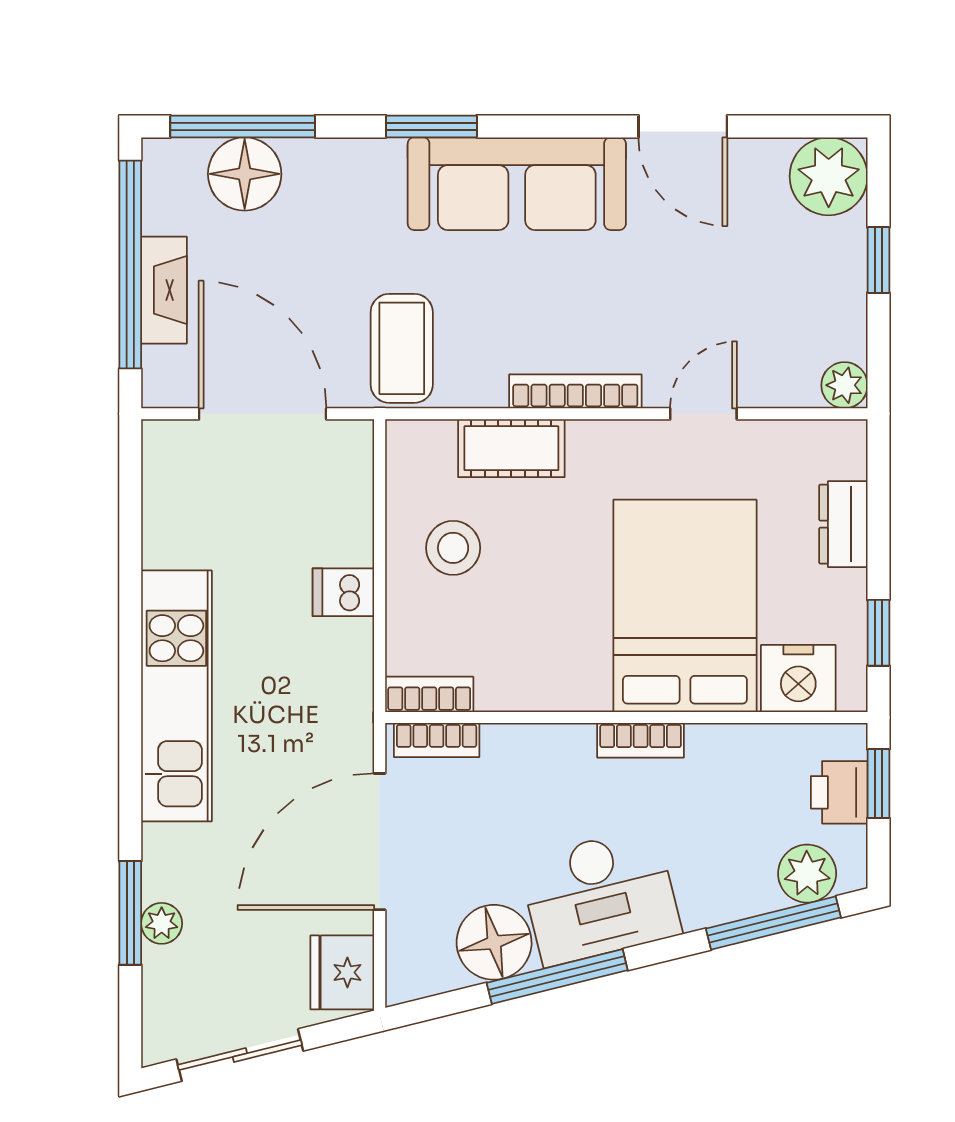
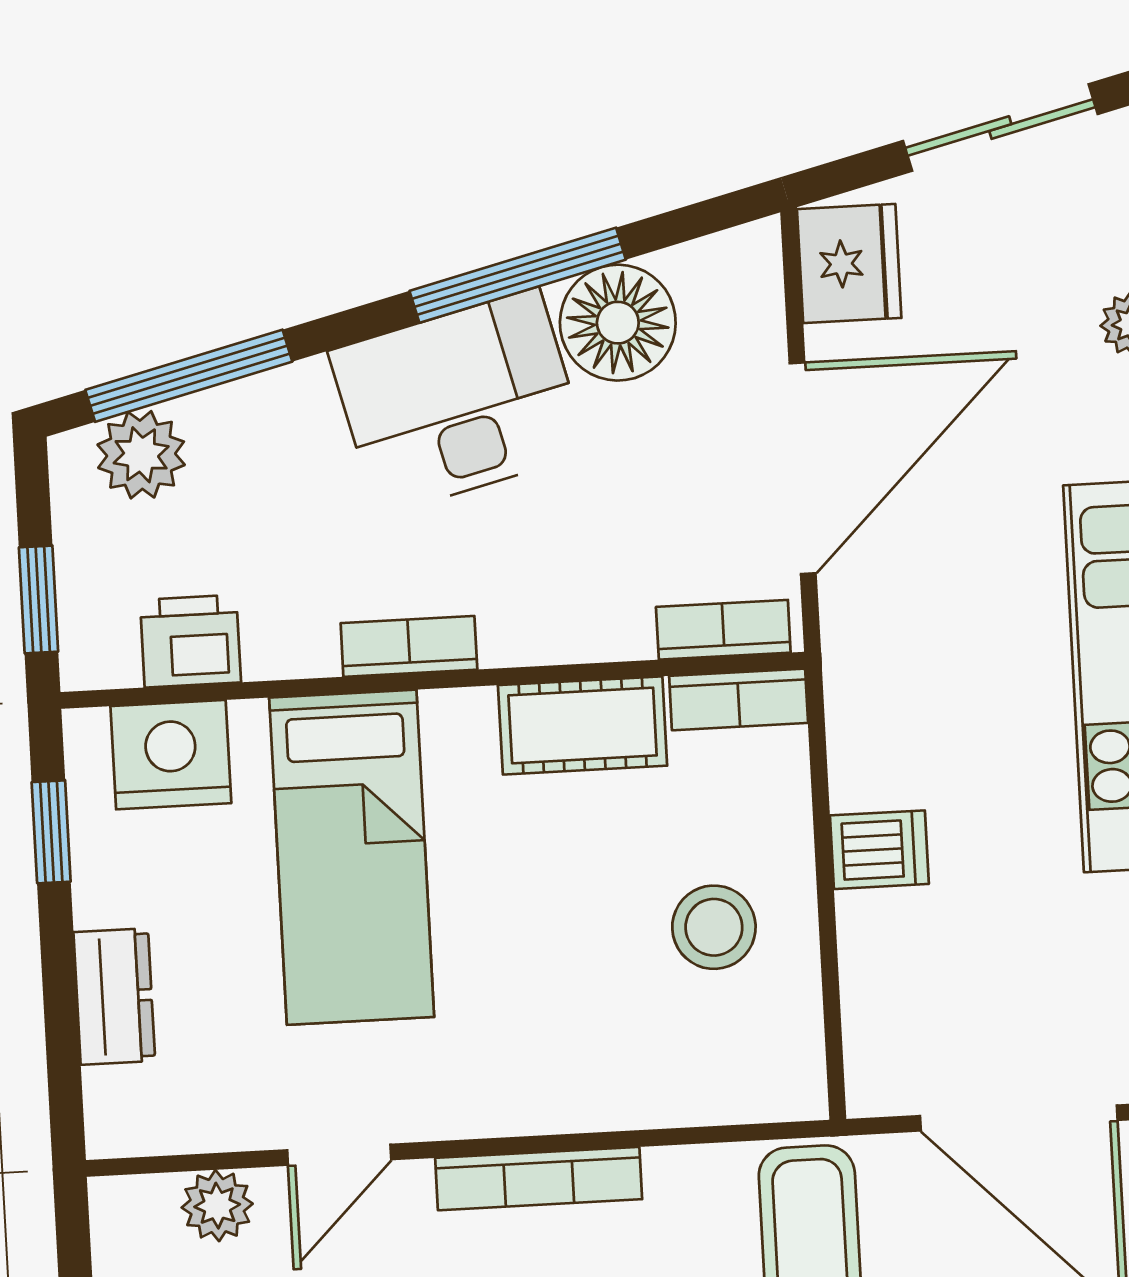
plant: (844, 385) -> (217, 1206), moved
cot: (511, 448) -> (583, 725), moved
bed: (685, 606) -> (352, 857), width x0.67
printer: (839, 792) -> (190, 641), moved, turned -90

